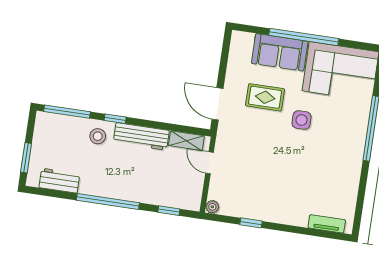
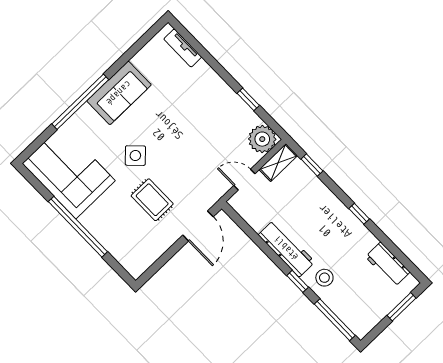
sofa: (280, 52) -> (119, 93), moved, turned 90
side table: (302, 120) -> (135, 156), turned 45
shelving: (186, 141) -> (278, 163), moved, turned 90
door: (210, 163) -> (244, 180), swing flipped
window: (108, 202) -> (359, 214), width x0.32
plant: (212, 207) -> (262, 139), width x1.88, depth x1.88

